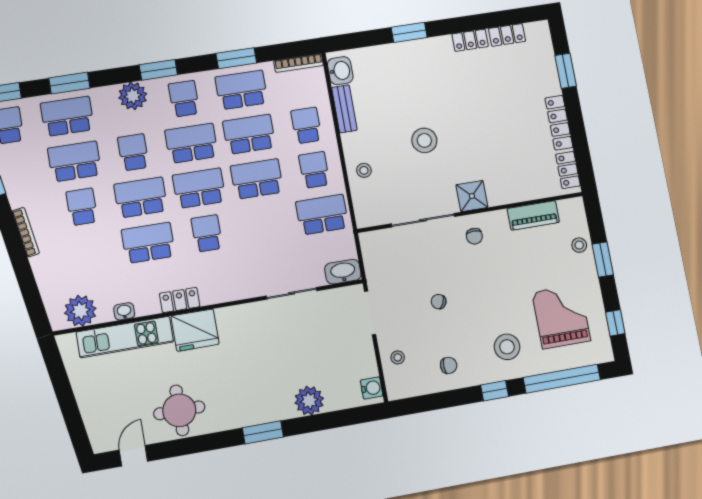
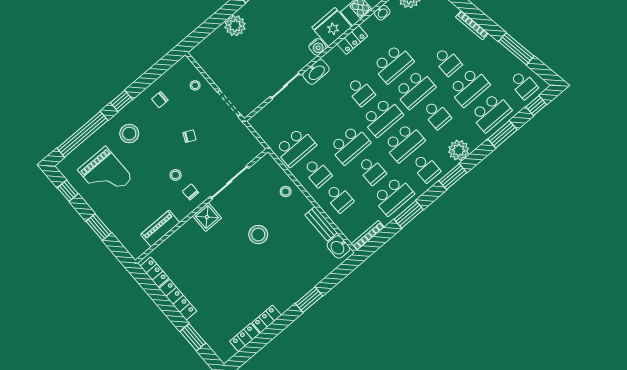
school desk: (249, 134) -> (372, 170), width x0.54
stool: (579, 245) -> (176, 175), moved
washbasin: (343, 272) -> (316, 72), moved
water cooler: (372, 388) -> (317, 47), moved, turned -90

